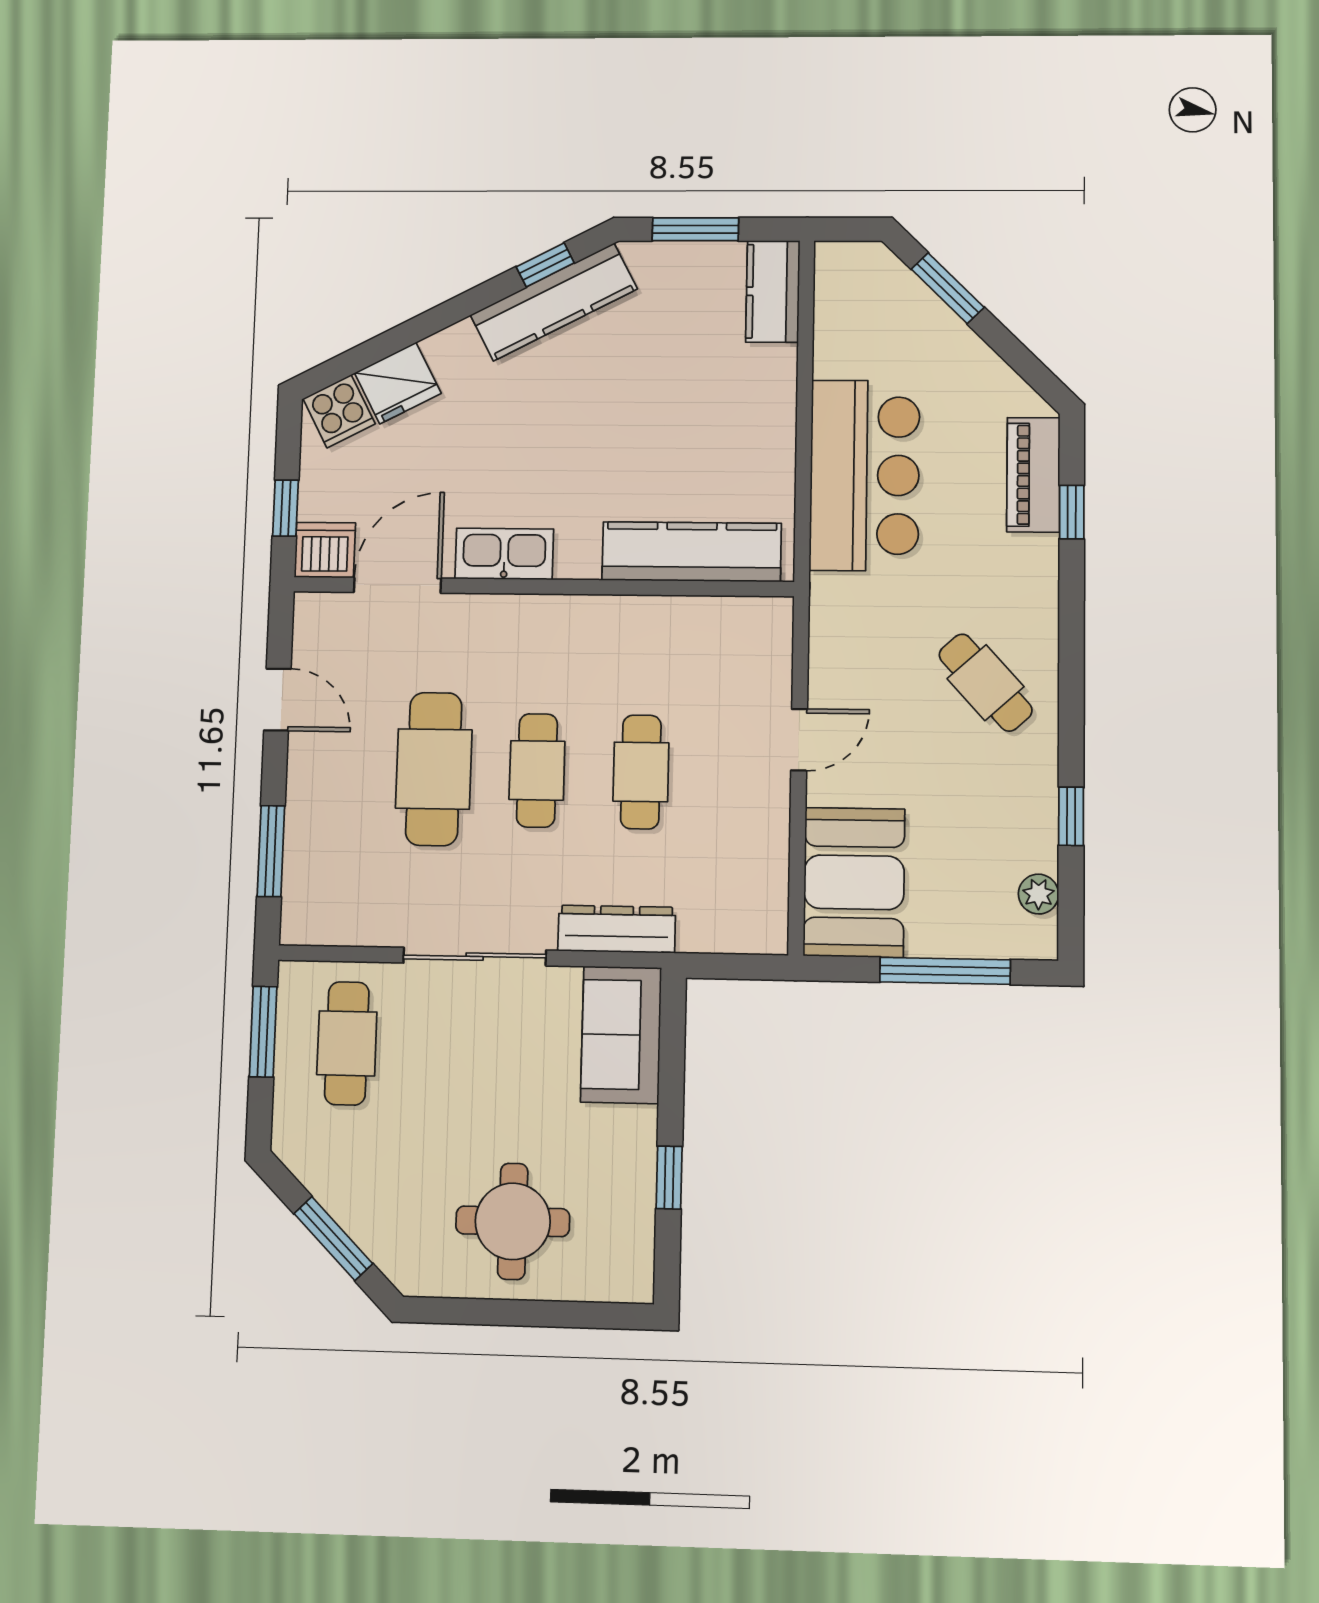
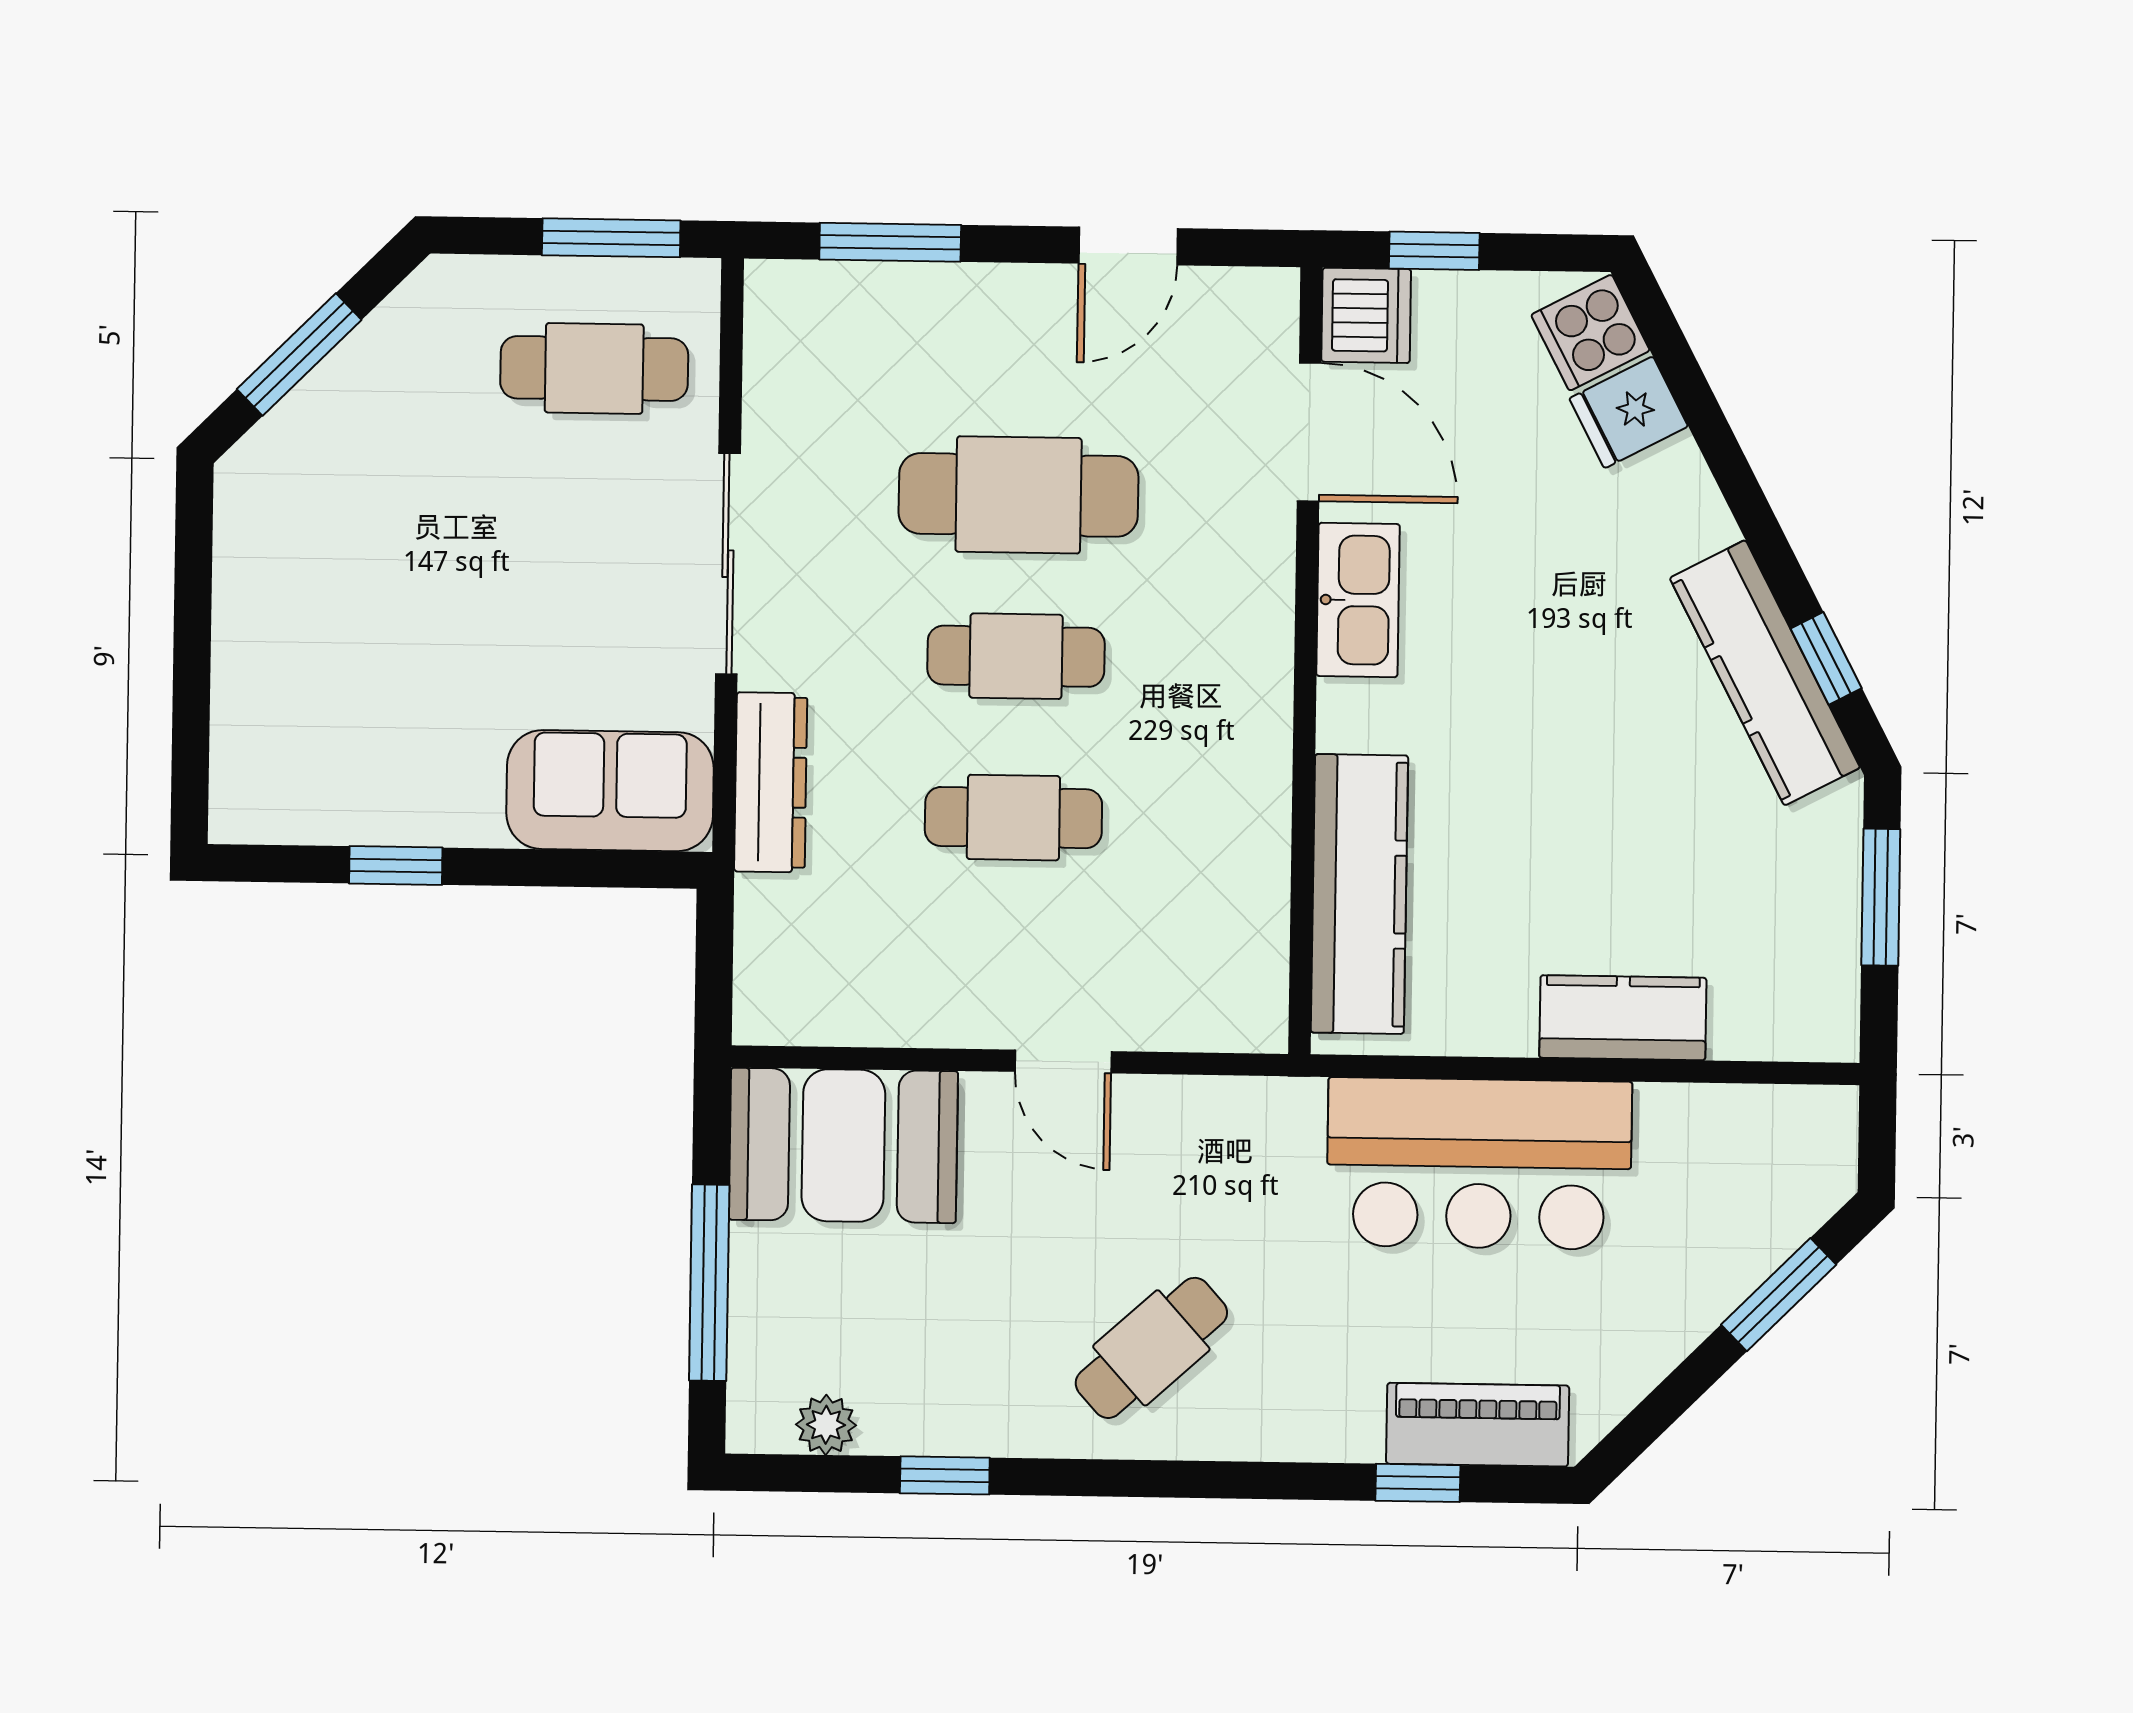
kitchen counter: (773, 291) -> (1623, 1018), moved
fridge: (398, 383) -> (1629, 412), width x0.72
round table: (513, 1221) -> (328, 629), removed

